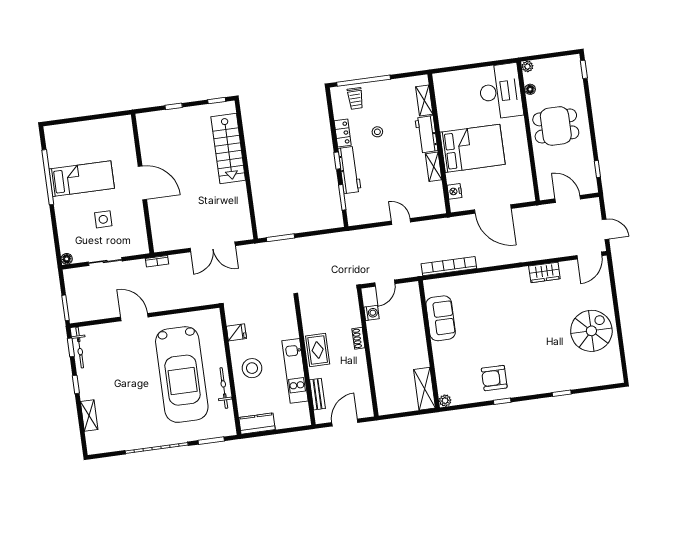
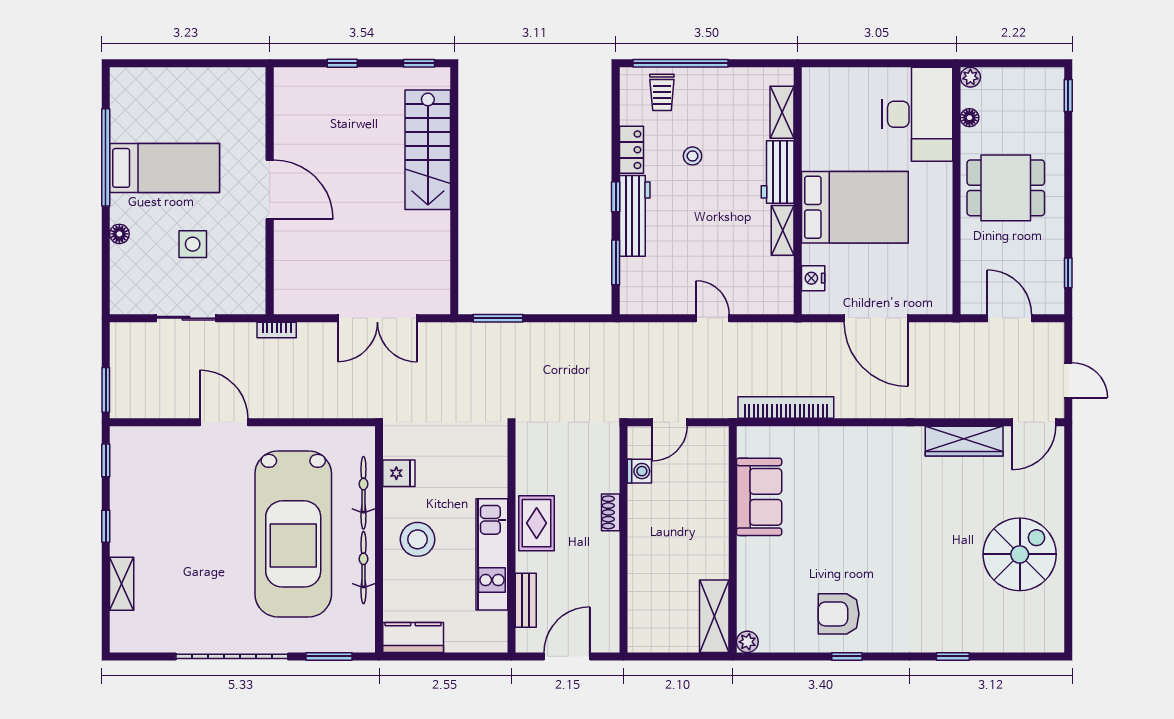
floor lamp: (67, 259) -> (119, 234), moved
wardrobe: (544, 272) -> (964, 441), width x1.50
bicycle: (80, 348) -> (363, 493), moved, turned 180

